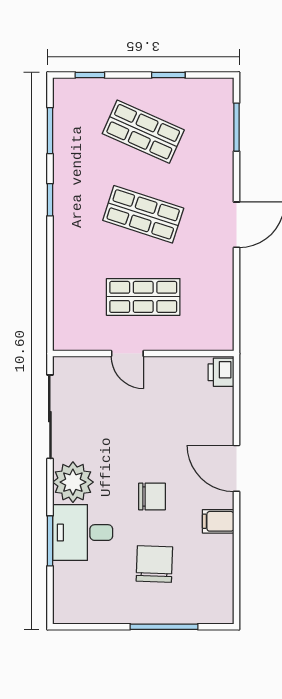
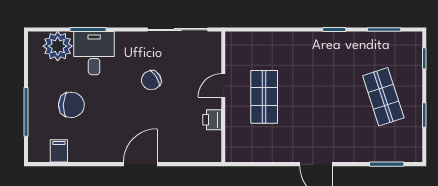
shop shelf: (143, 132) -> (383, 97), turned -42
shop shelf: (143, 214) -> (324, 97), removed
printer: (221, 372) -> (212, 120), moved, turned -90
plant: (73, 482) -> (58, 46), moved
chair: (152, 496) -> (151, 80), moved, turned 58
filing cabinet: (218, 521) -> (59, 151), moved

